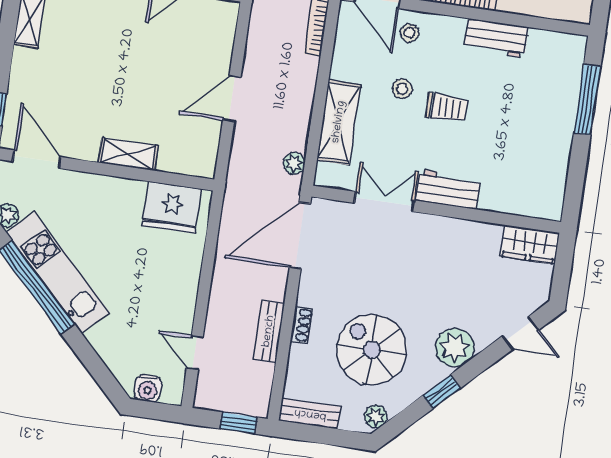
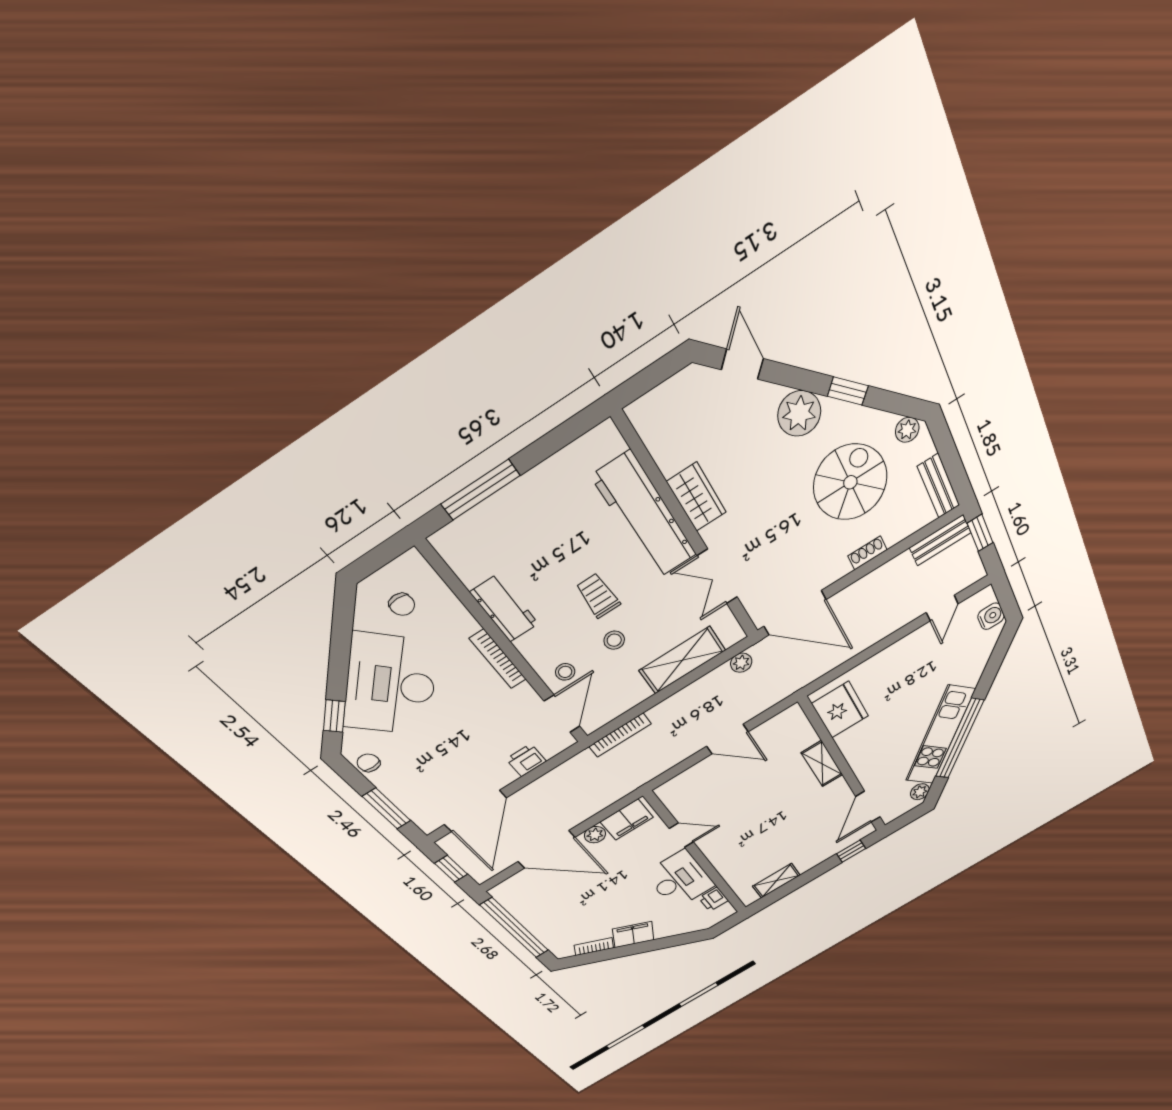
workbench: (448, 189) -> (645, 516), width x1.88, depth x1.32
wardrobe: (530, 244) -> (697, 497), moved
bench: (269, 331) -> (940, 540), moved
spiral stairs: (372, 350) -> (850, 482), turned 180

